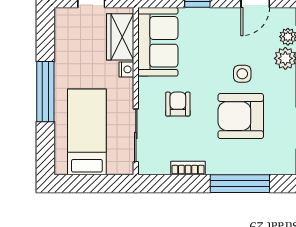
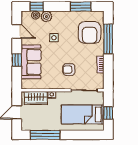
sofa: (158, 42) -> (31, 62), moved, turned 90
window: (45, 92) -> (45, 135), moved
armchair: (241, 116) -> (90, 32), moved
window: (90, 184) -> (108, 113), added

